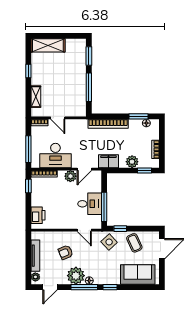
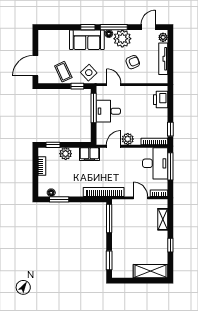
window: (89, 87) -> (109, 219), moved
bookcase: (108, 124) -> (104, 192), moved
desk: (55, 155) -> (155, 163), moved, turned 90
sofa: (138, 275) -> (87, 40), moved

